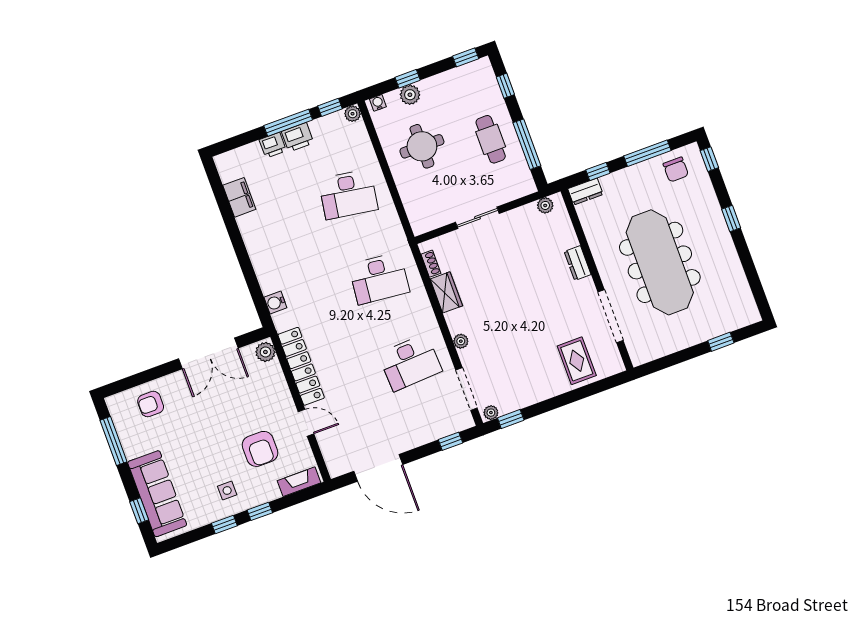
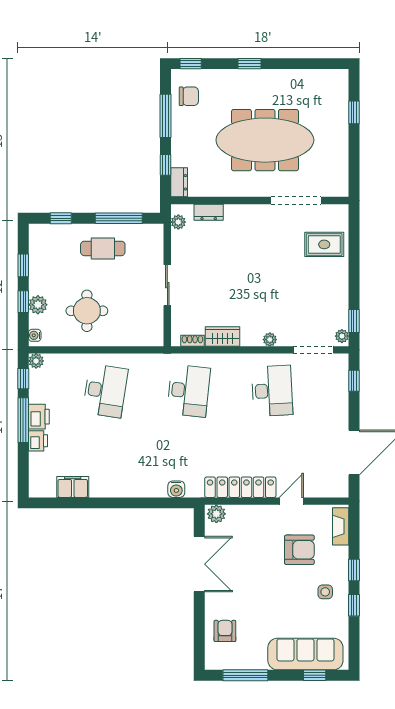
window: (466, 57) -> (23, 265), moved
dresser: (578, 263) -> (209, 212), moved
armchair: (151, 404) -> (225, 631), turned 180

